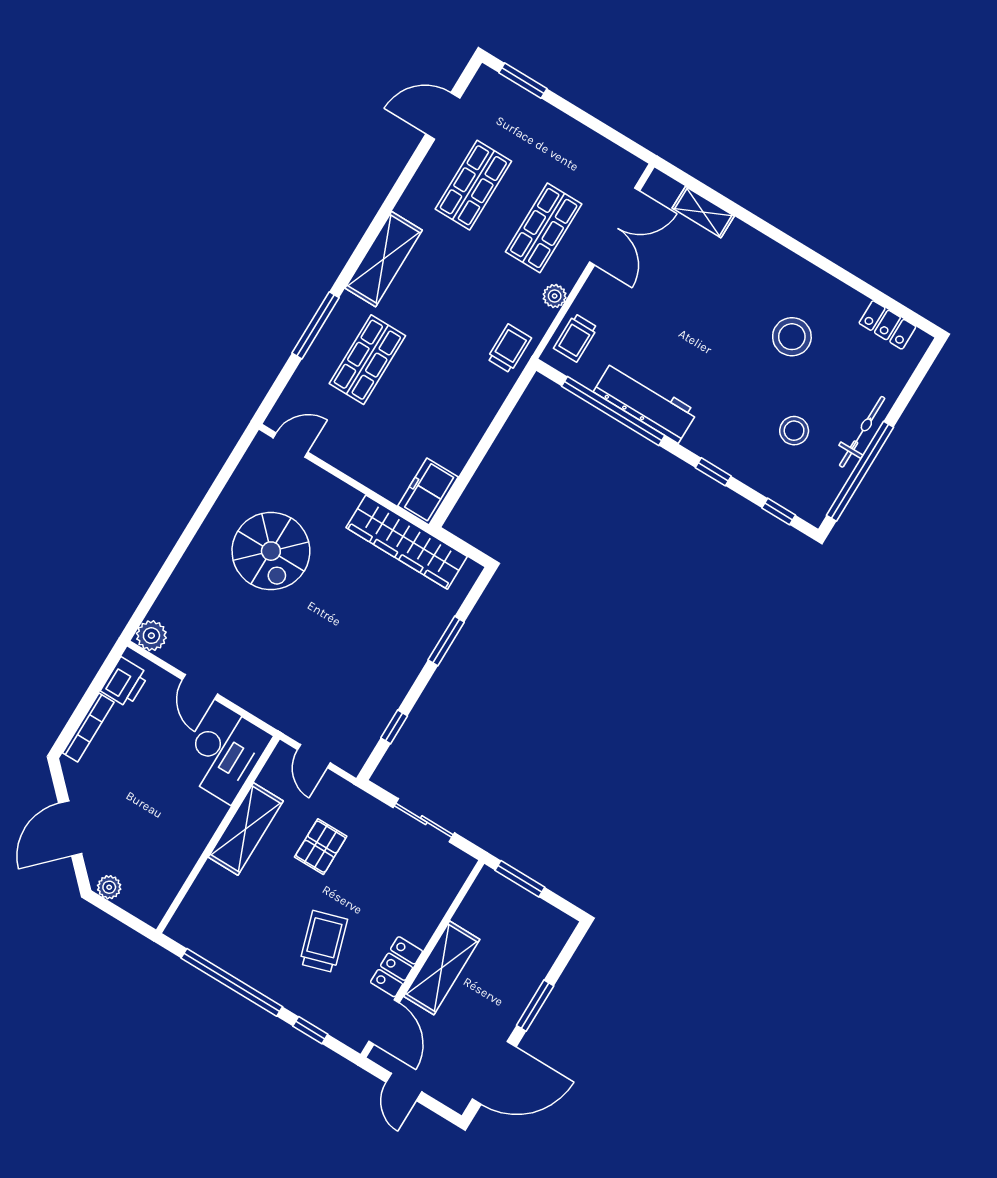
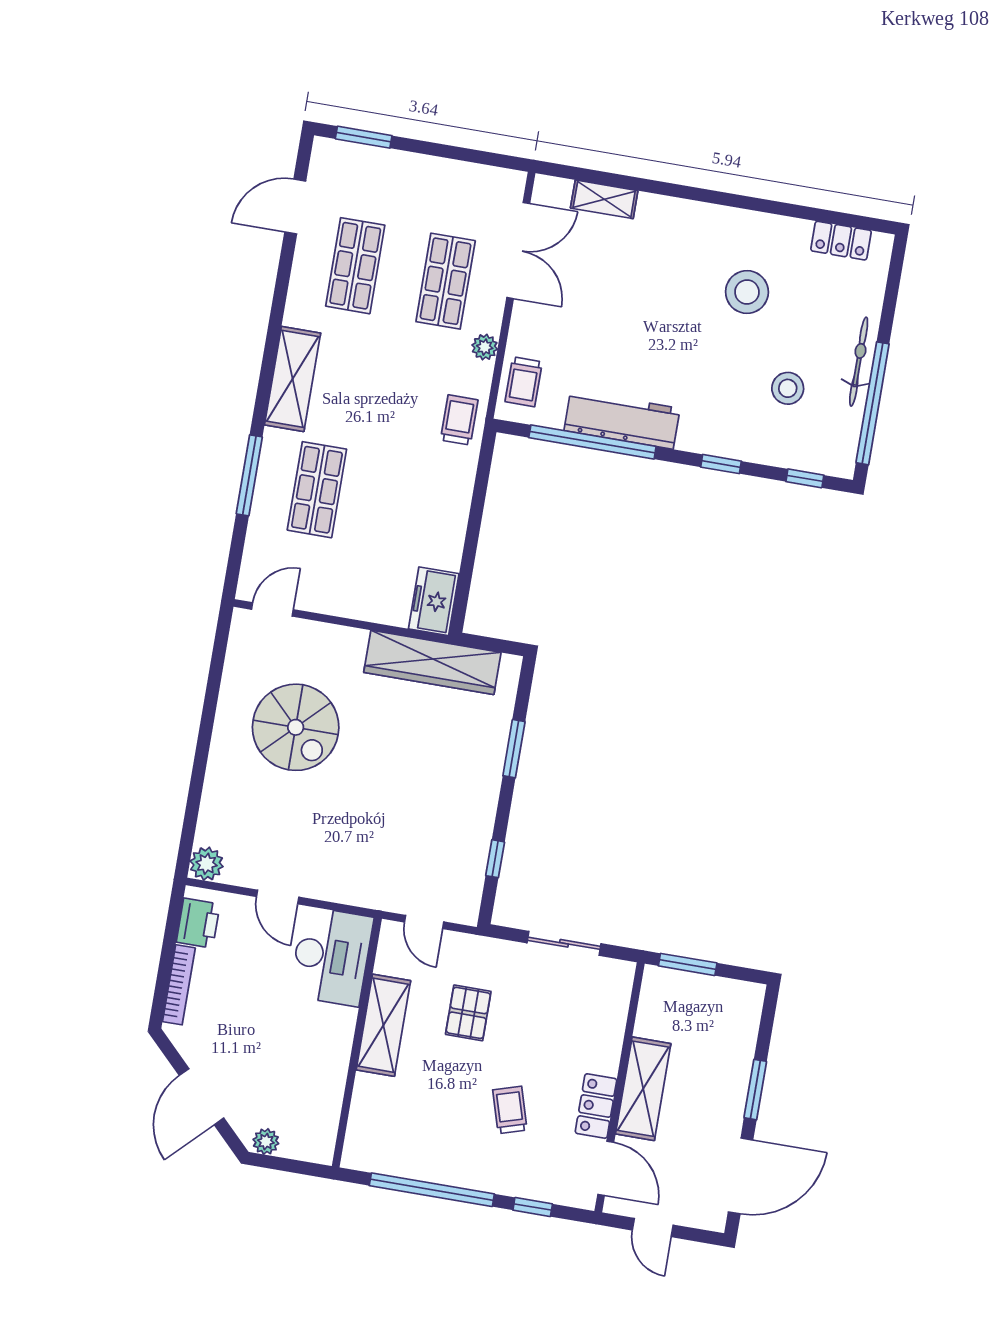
trolley: (323, 942) -> (510, 1110), width x0.73, depth x0.72

